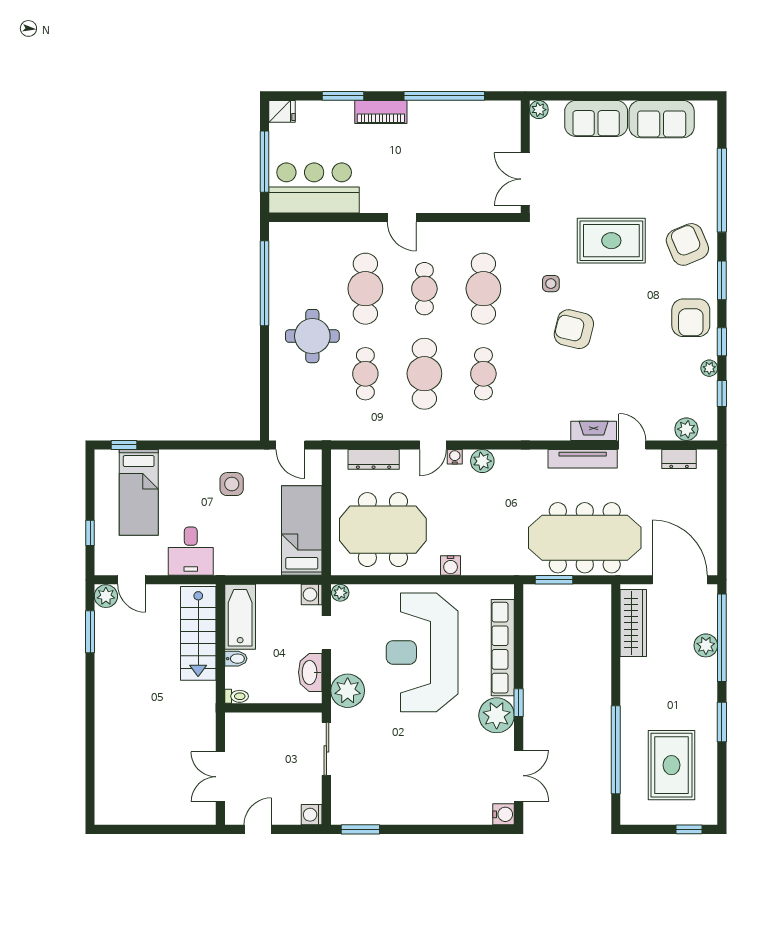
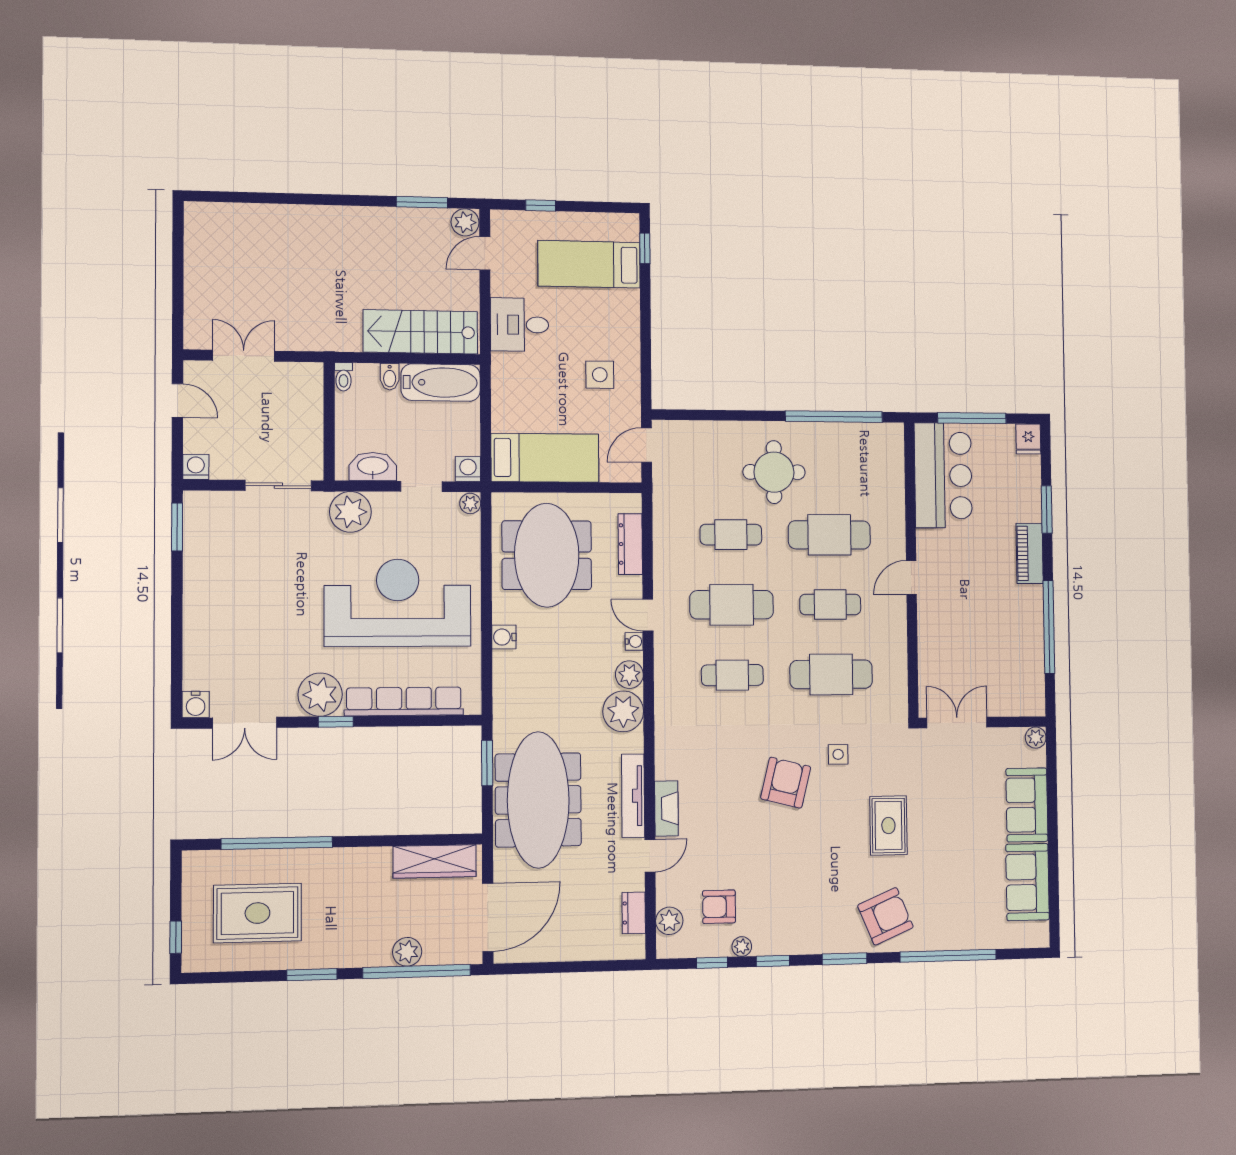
rug: (611, 241) -> (888, 826), width x0.73, depth x0.70
armchair: (691, 318) -> (719, 907), moved, width x0.72, depth x0.72
plant: (513, 466) -> (623, 711), added

